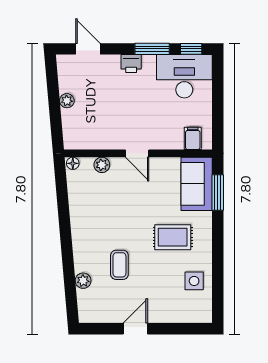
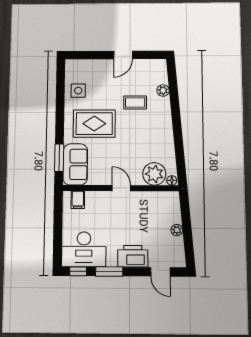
printer: (131, 64) -> (133, 256), width x1.87, depth x1.48
plant: (102, 165) -> (154, 174), width x1.87, depth x1.87
rug: (173, 237) -> (94, 124), width x1.36, depth x1.43
coffee table: (119, 265) -> (135, 103), turned 90

